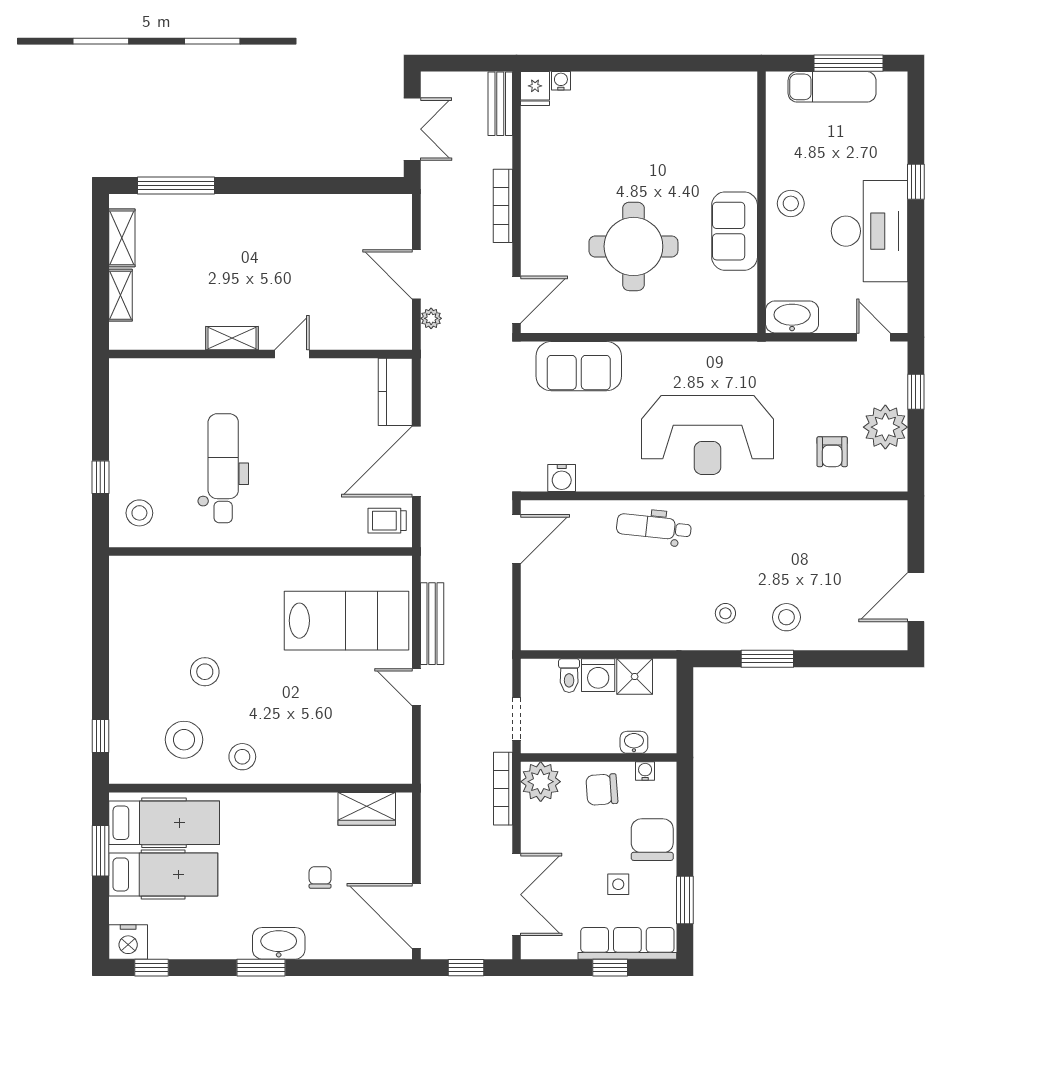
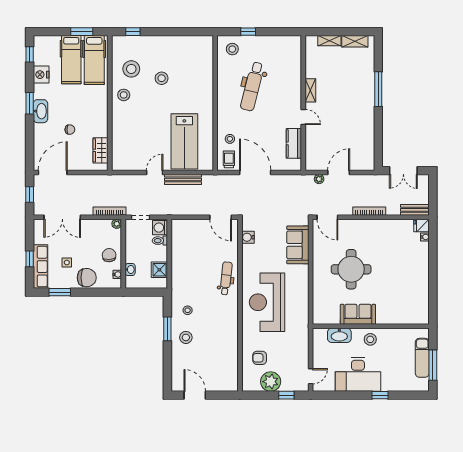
window: (176, 186) -> (378, 89), moved
washbasin: (792, 317) -> (339, 335), moved, turned 90
kitchen counter: (395, 392) -> (294, 143), moved, turned -90
dental chair: (223, 468) -> (252, 86), turned 104
stool: (341, 518) -> (230, 139), added
washing machine: (598, 675) -> (160, 228), moved
plant: (541, 782) -> (117, 224), width x0.53, depth x0.53
nightstand: (128, 942) -> (41, 75), moved

